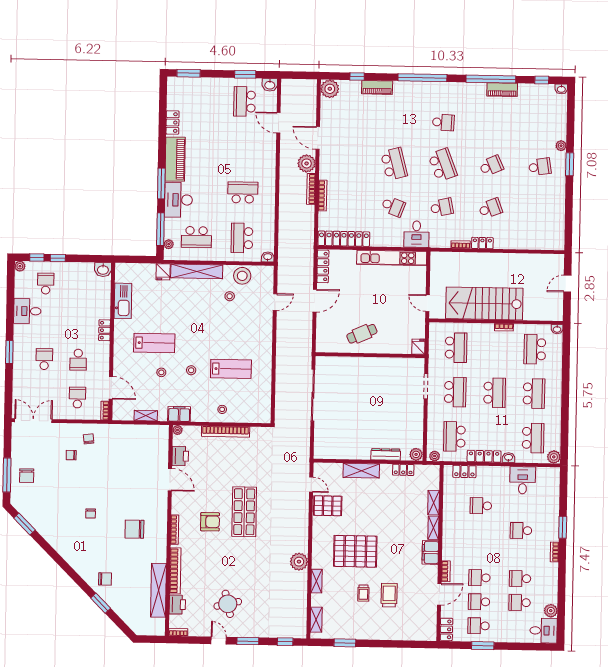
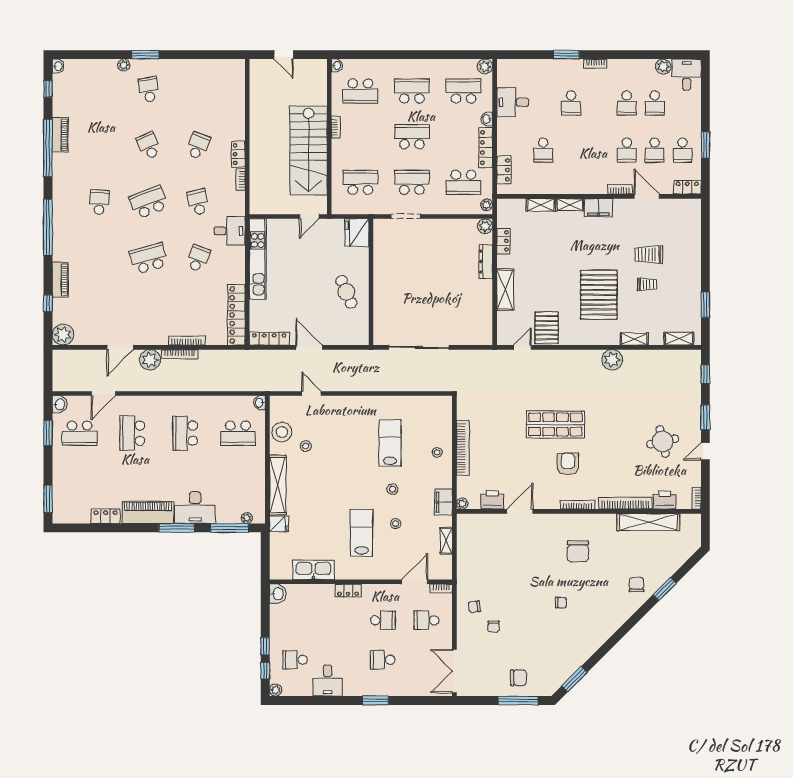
school desk: (490, 208) -> (198, 146), turned 42
school desk: (196, 237) -> (132, 433), moved, turned 180
fridge: (418, 347) -> (357, 233), width x1.88, depth x1.34

